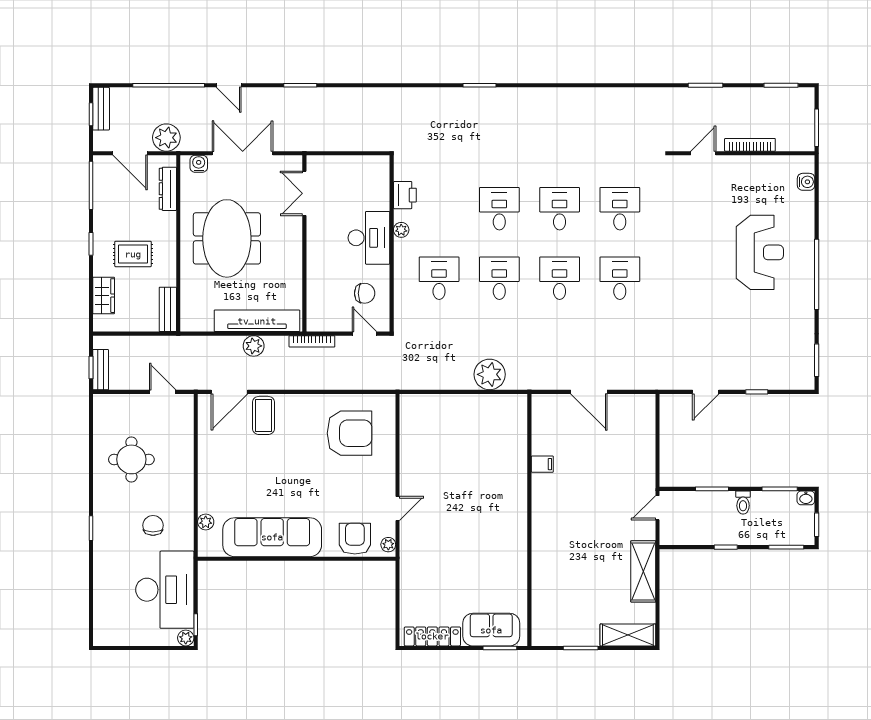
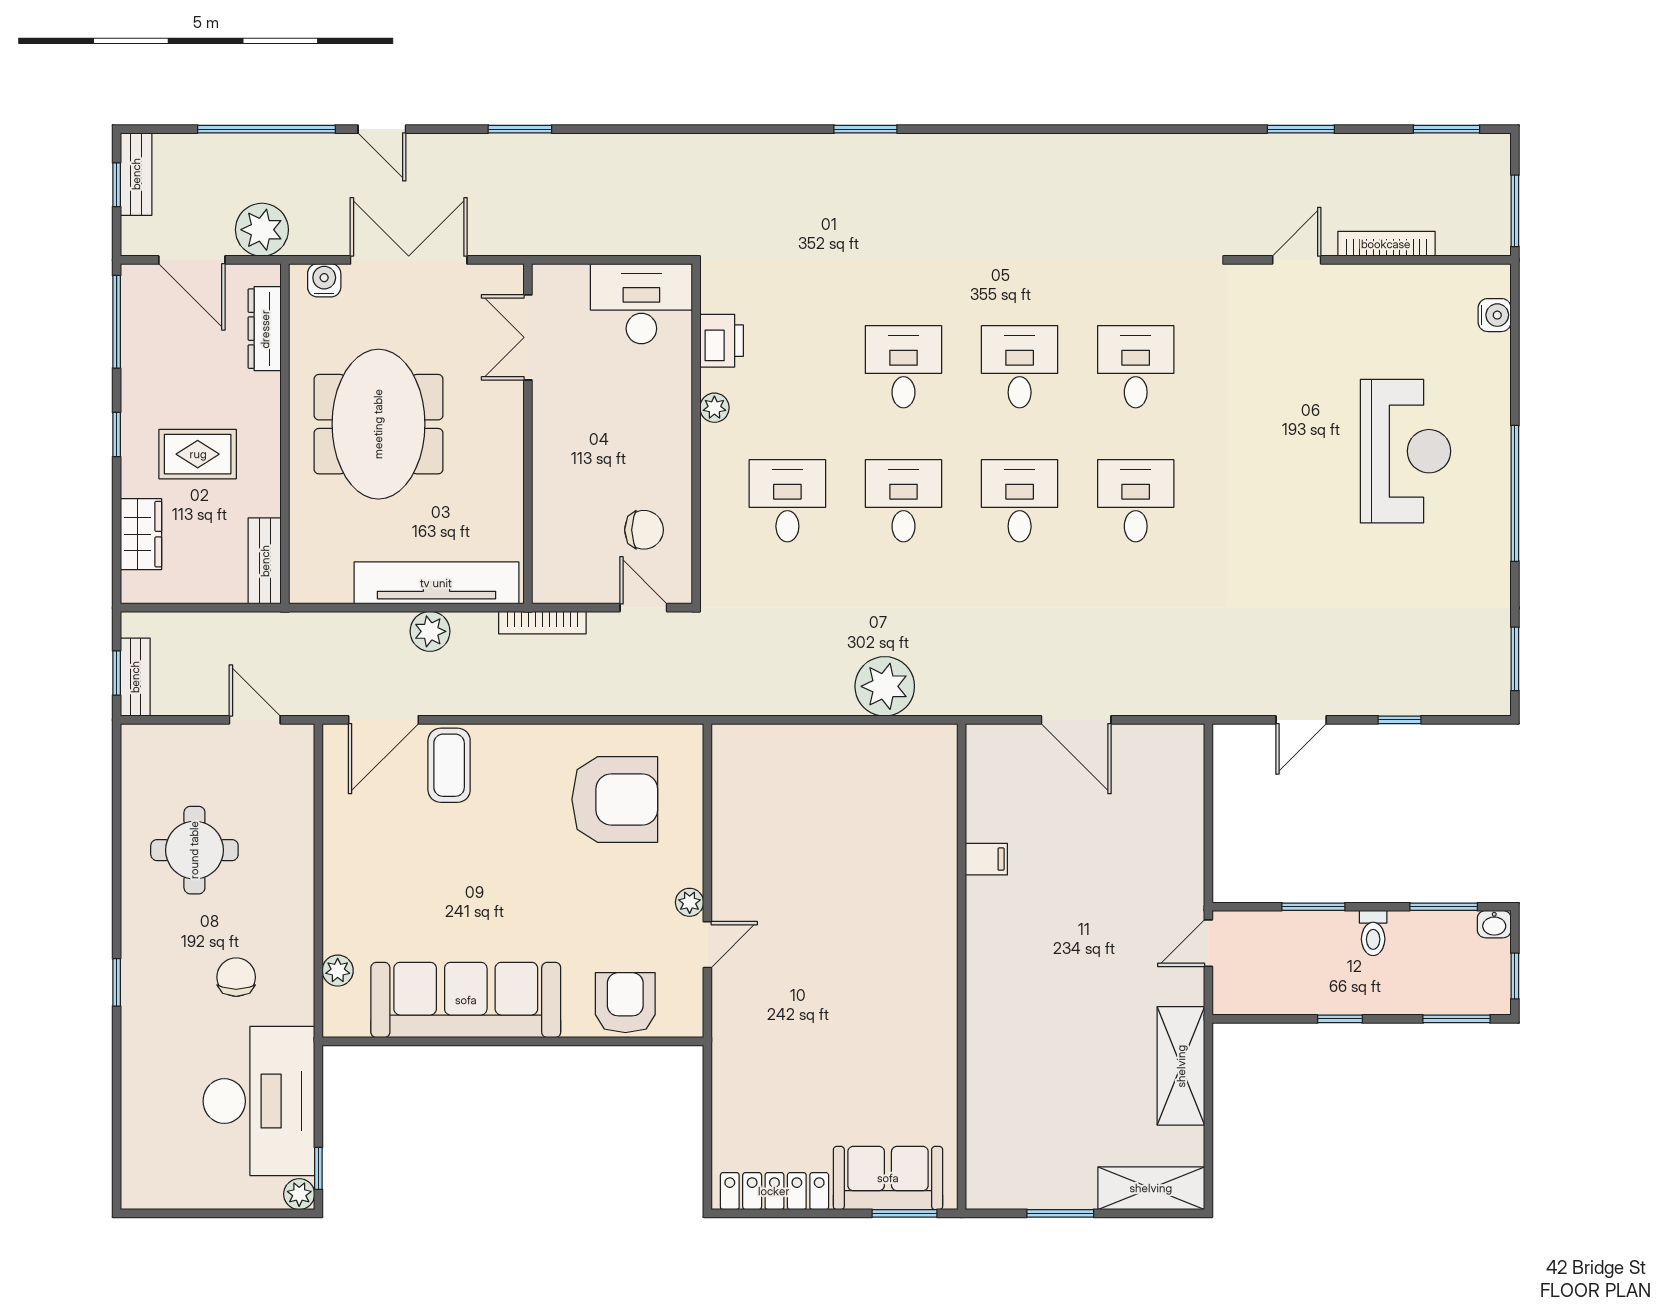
desk: (369, 238) -> (641, 304), moved, turned -90
plant: (388, 545) -> (690, 902), moved

